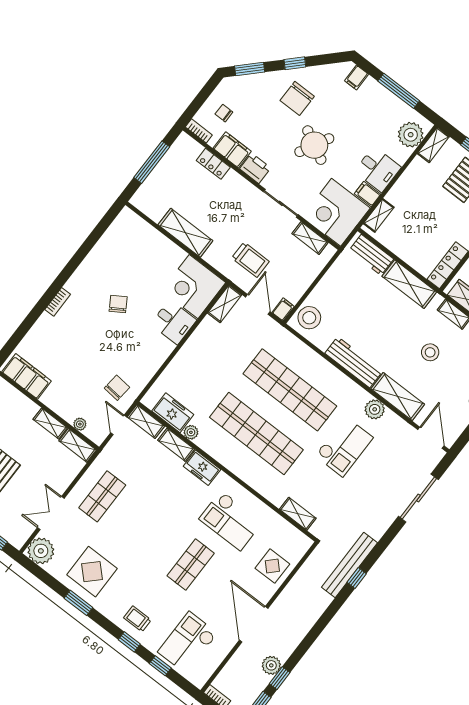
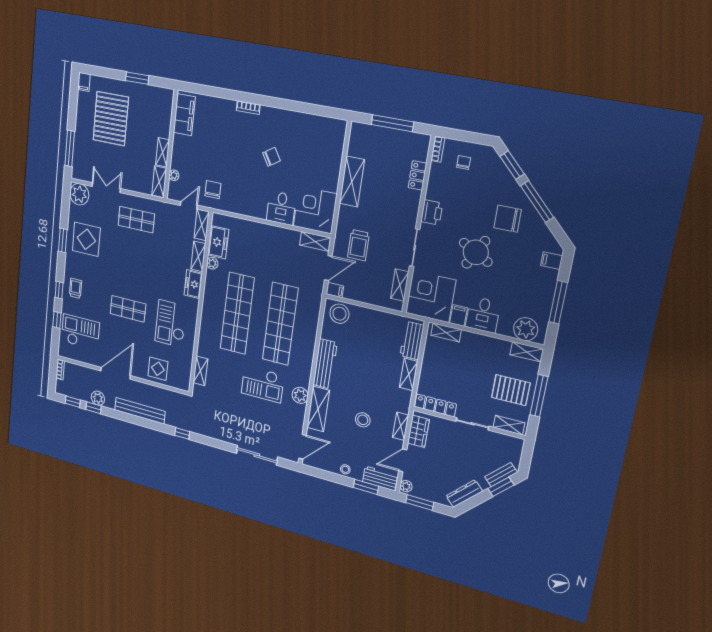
window: (295, 63) -> (537, 202), width x2.17
filing cabinet: (232, 150) -> (437, 185), removed
shelving: (409, 284) -> (409, 374), width x0.67, depth x0.75
chair: (117, 388) -> (213, 190), turned -96
bench: (349, 565) -> (140, 411), moved

